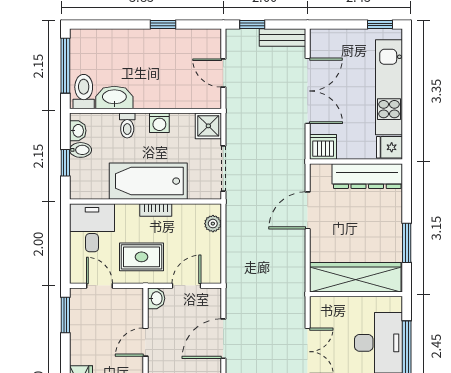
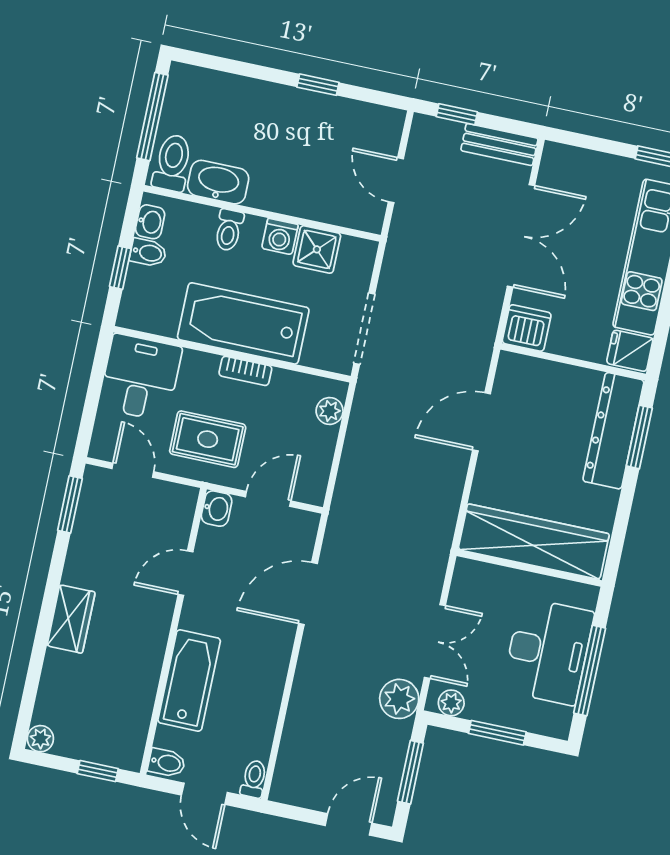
shower: (208, 126) -> (317, 249), moved
dresser: (367, 176) -> (613, 431), moved, turned 90
window: (407, 243) -> (639, 437), moved

